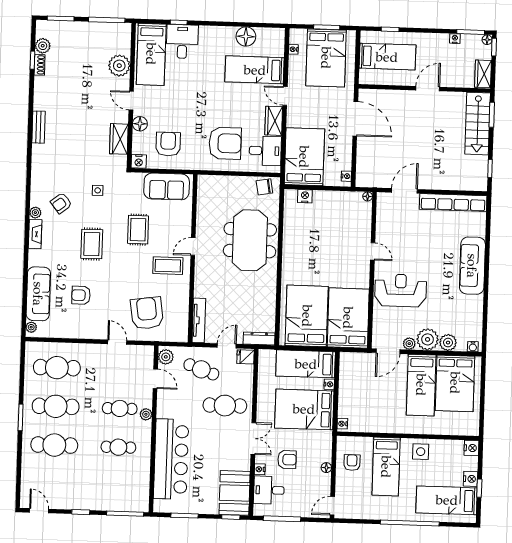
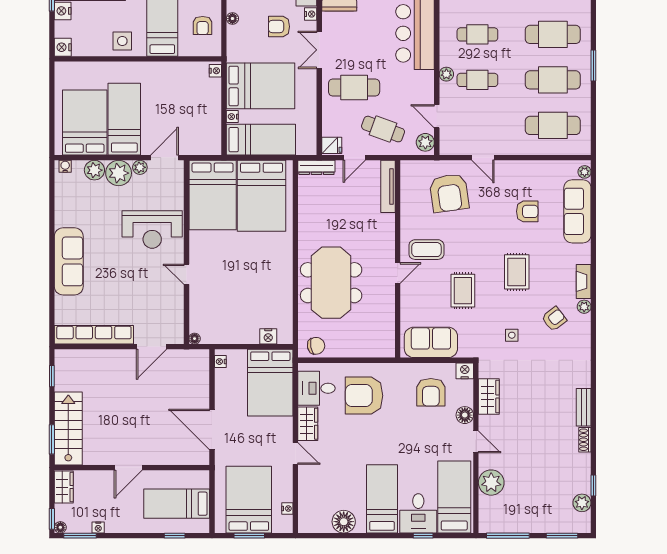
shoe rack: (40, 65) -> (585, 440), moved
bed: (255, 70) -> (382, 499), moved, turned -90

